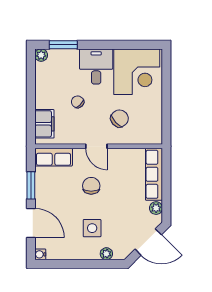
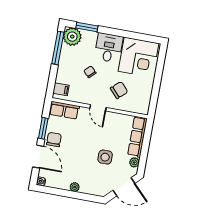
plant: (41, 55) -> (72, 37), width x1.88, depth x1.88
window: (31, 79) -> (58, 48), added
filing cabinet: (44, 124) -> (61, 89), width x0.50
chair: (91, 186) -> (54, 140), moved
side table: (92, 228) -> (105, 157), moved
plant: (106, 254) -> (75, 187), moved

